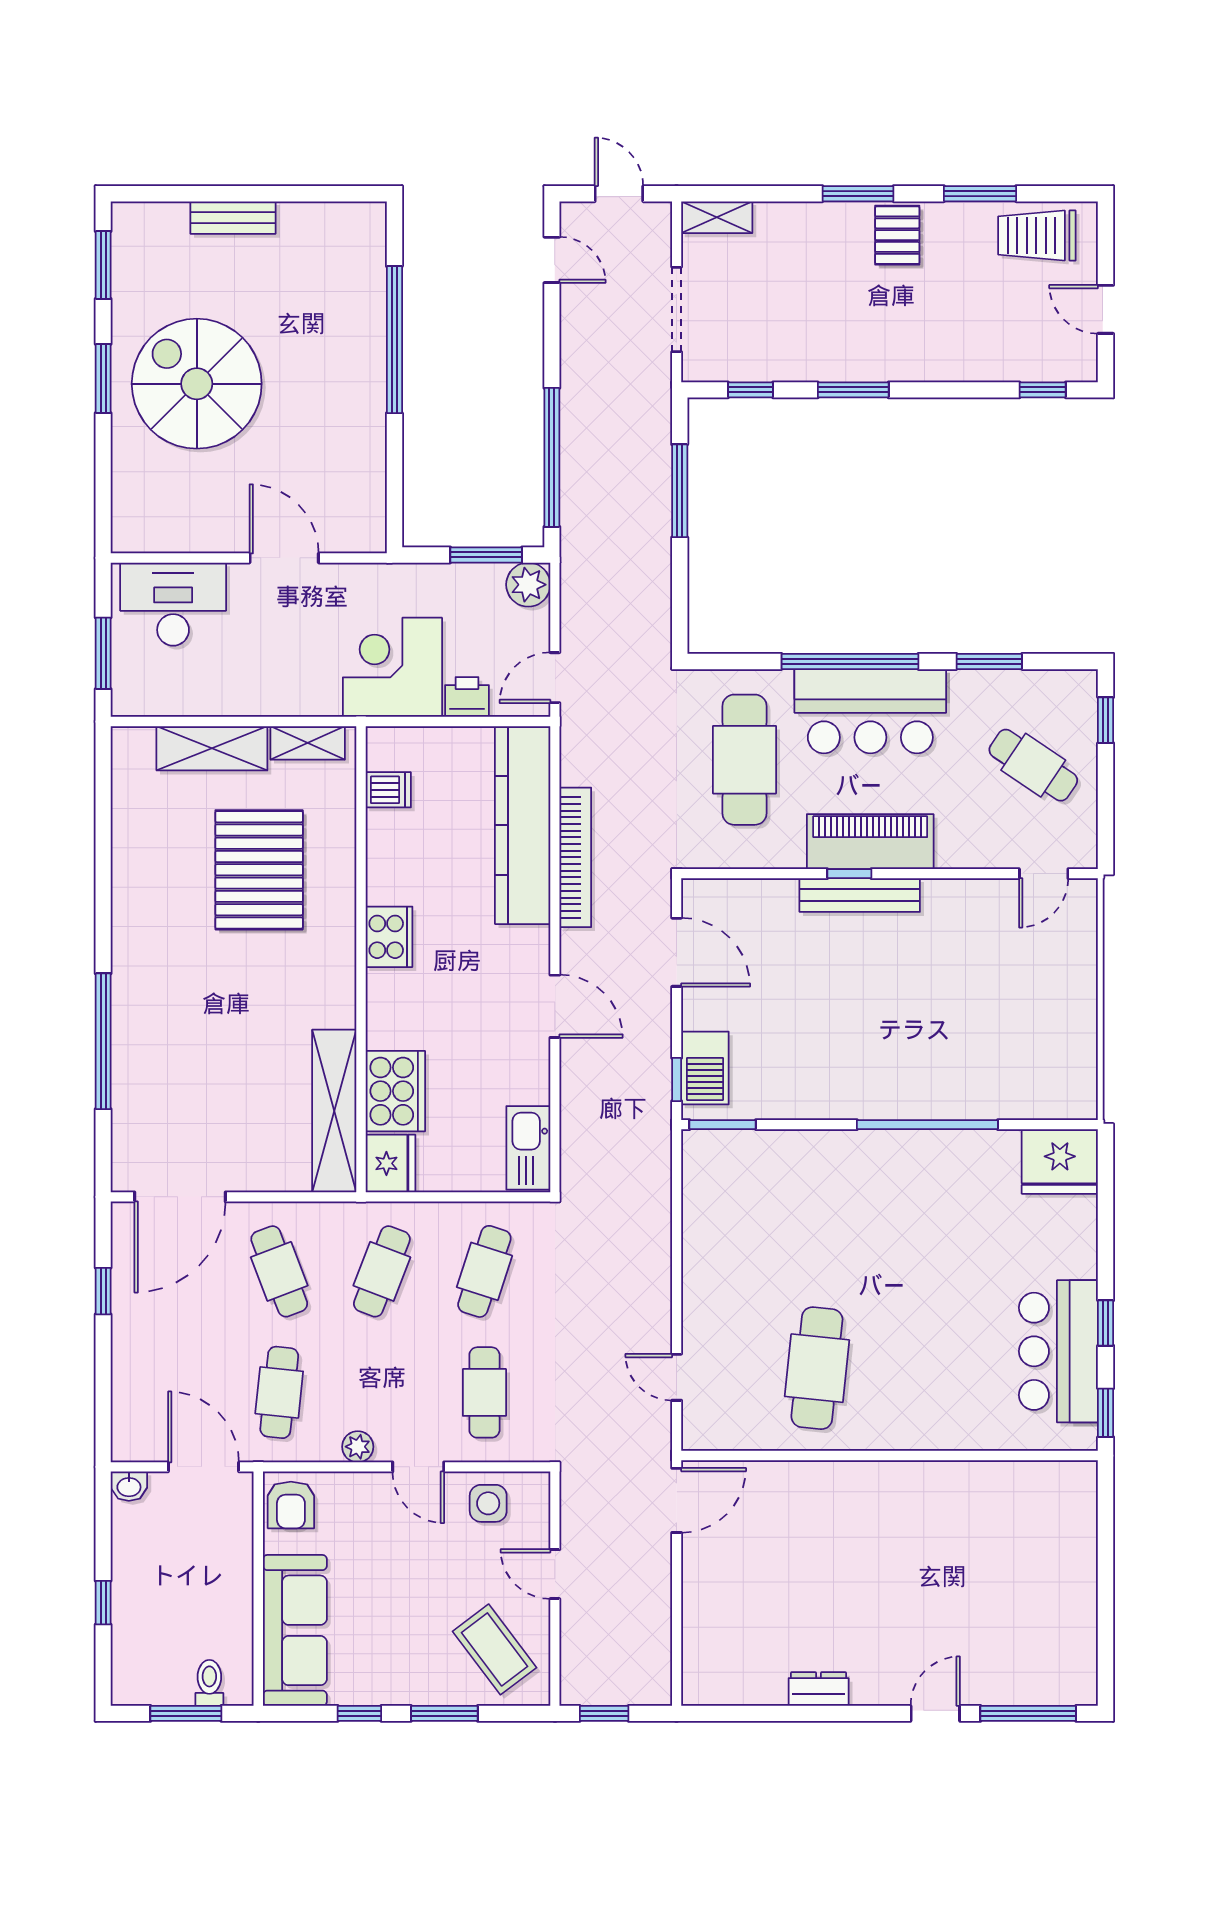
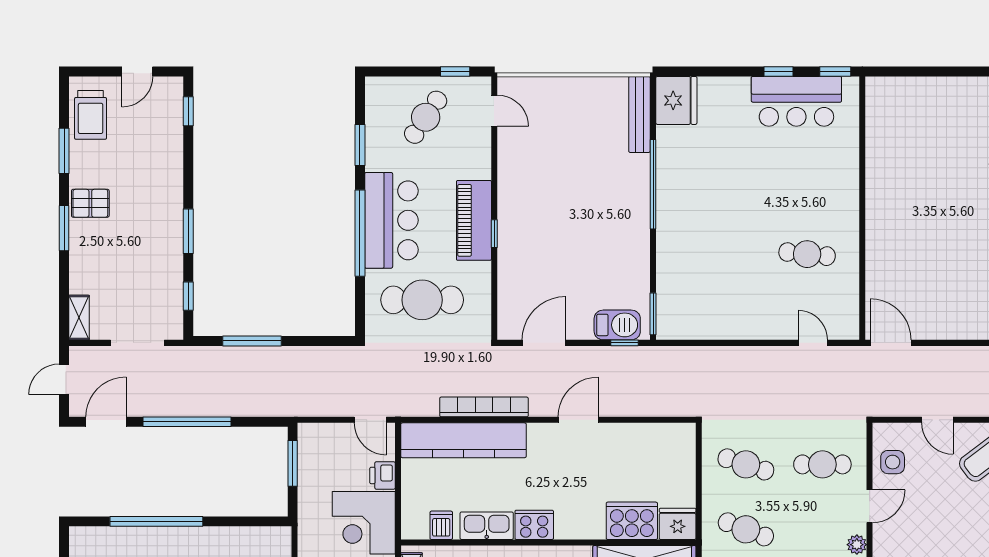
door: (552, 260) -> (106, 422), width x1.38
window: (552, 457) -> (187, 422), moved
plant: (528, 585) -> (311, 437), removed
window: (1106, 720) -> (455, 71), moved
bench: (860, 895) -> (639, 114), moved
kitchen sink: (528, 1148) -> (487, 526), moved, turned 180
cafe table: (817, 1368) -> (807, 254), width x0.73, depth x0.74
door: (677, 1377) -> (813, 343), swing flipped
door: (555, 1574) -> (937, 420), hinge flipped

